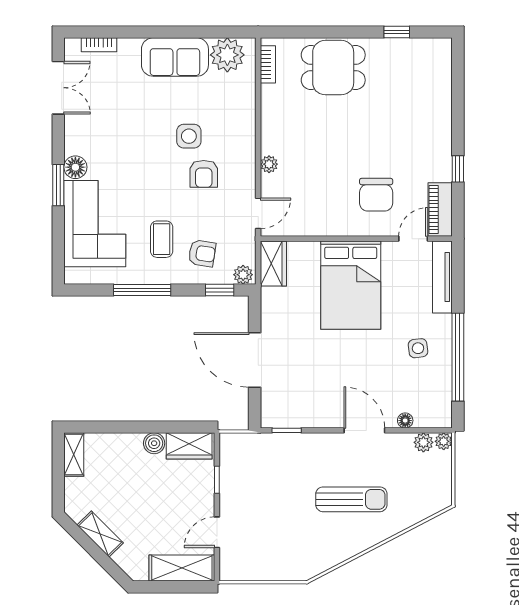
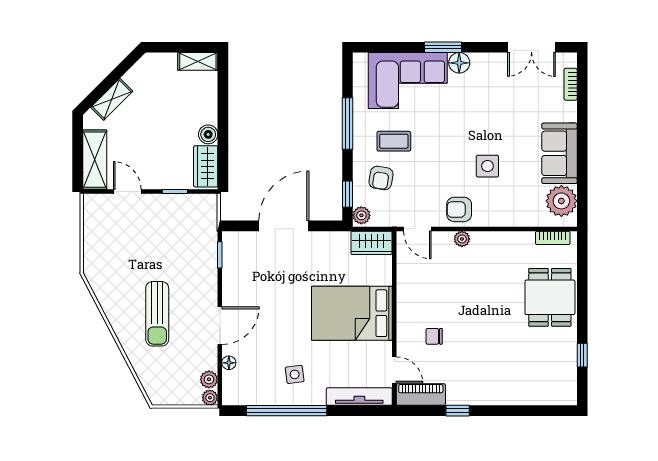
armchair: (204, 174) -> (459, 209), moved
chair: (376, 195) -> (434, 336), width x0.54, depth x0.54
shelving: (100, 534) -> (112, 99), moved

